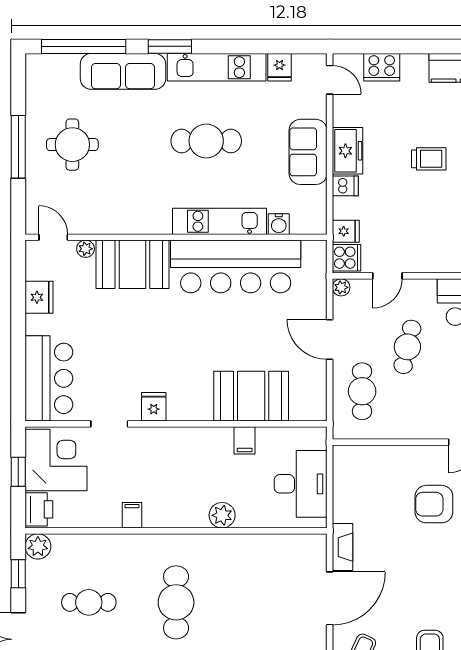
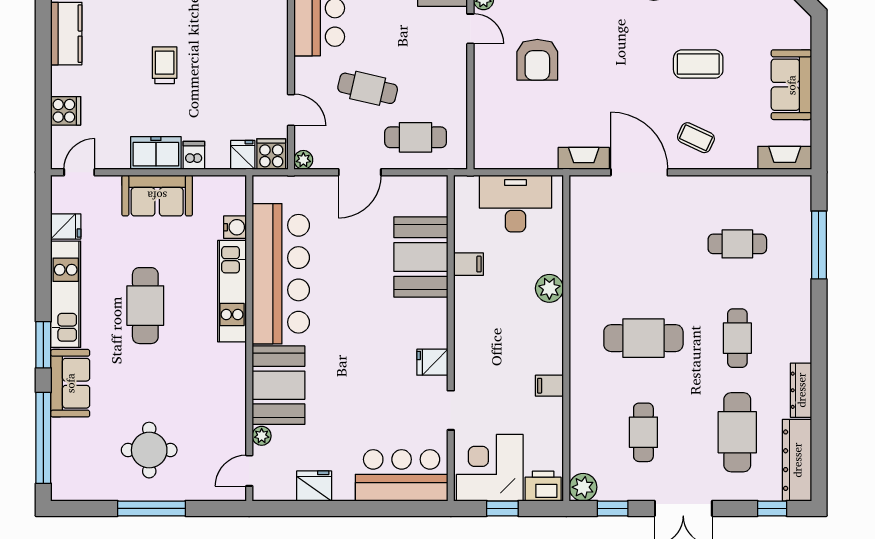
cooker: (382, 67) -> (66, 111), width x0.73
sofa: (123, 71) -> (70, 383), width x0.73

